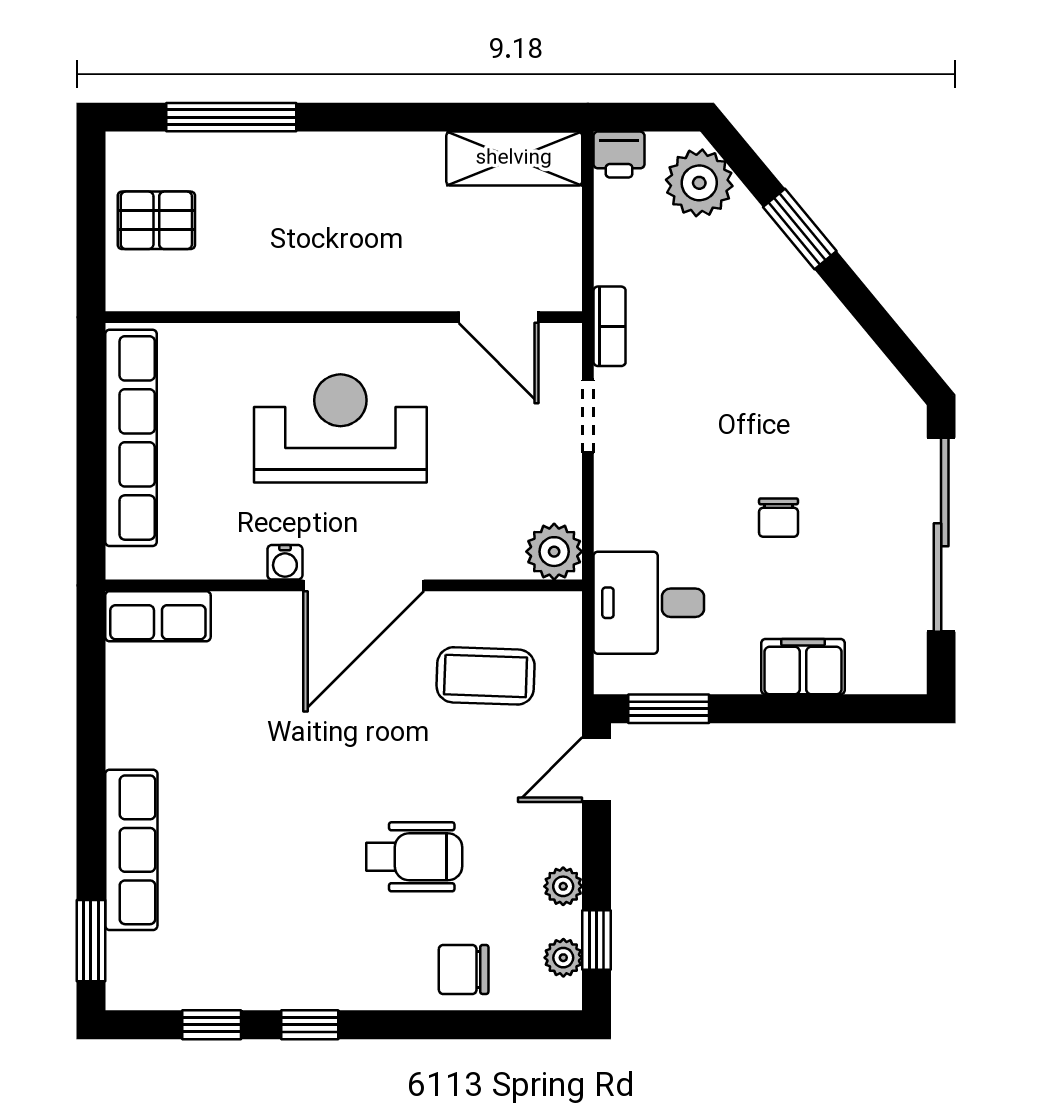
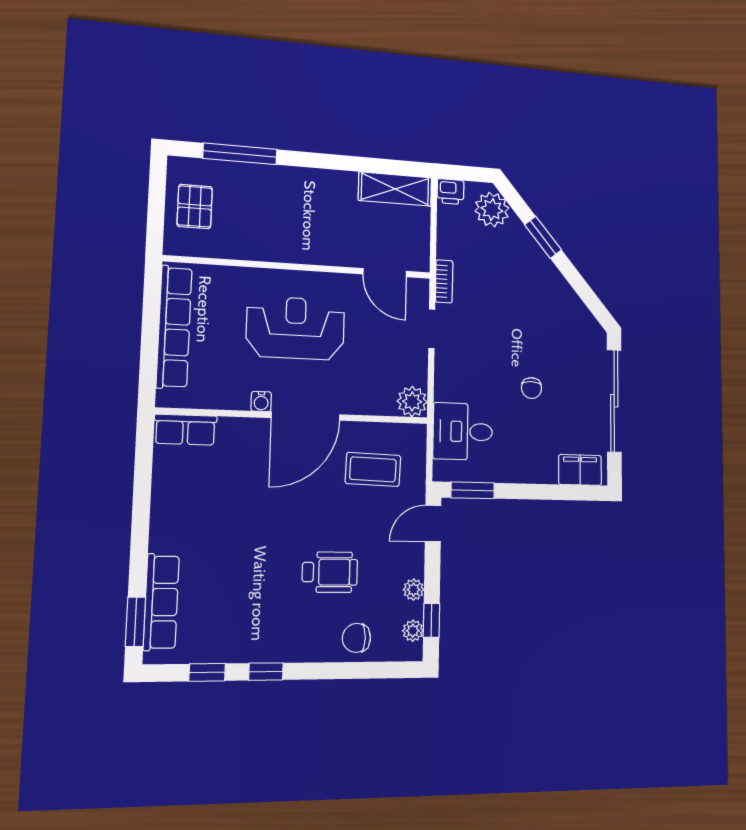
pallet: (156, 220) -> (195, 206), turned 90
filing cabinet: (803, 667) -> (580, 470), moved
row of seats: (131, 850) -> (161, 602), moved

